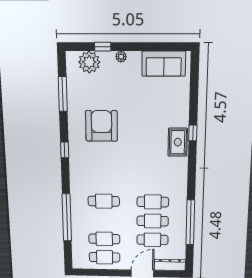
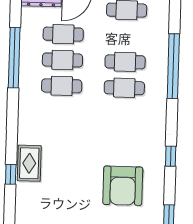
cafe table: (104, 239) -> (125, 62), moved

